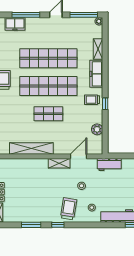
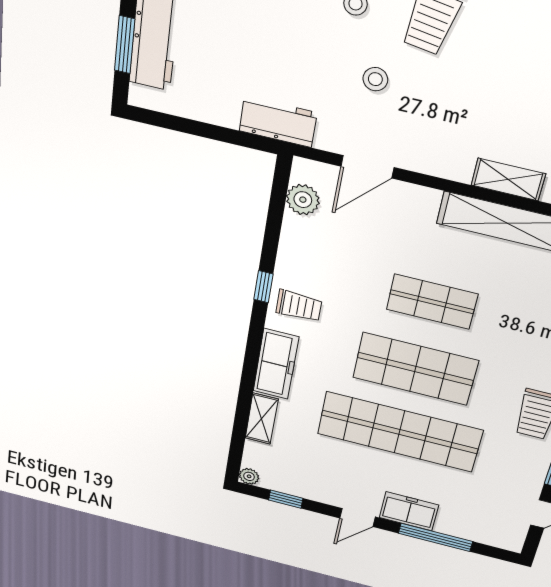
window: (84, 15) -> (286, 499), width x0.46
freezer: (15, 24) -> (409, 511), moved
shop shelf: (48, 86) -> (415, 369), width x0.71
plant: (97, 129) -> (303, 200), moved
shelving: (59, 163) -> (508, 179), moved

